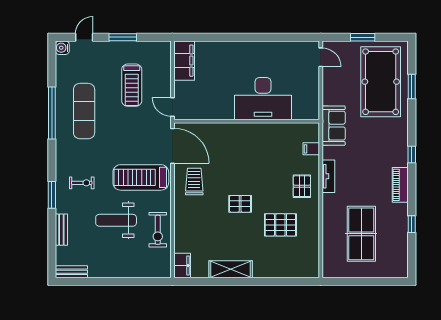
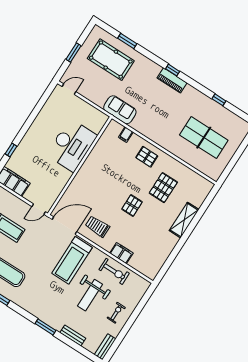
window: (216, 37) -> (11, 150), added
pool table: (381, 82) -> (111, 60), width x0.73, depth x0.76
tv unit: (328, 176) -> (151, 135), removed
exercise bike: (82, 183) -> (116, 313), moved
piano: (400, 185) -> (172, 80), moved
filing cabinet: (182, 265) -> (121, 253), moved
shelving: (231, 269) -> (184, 220), moved

